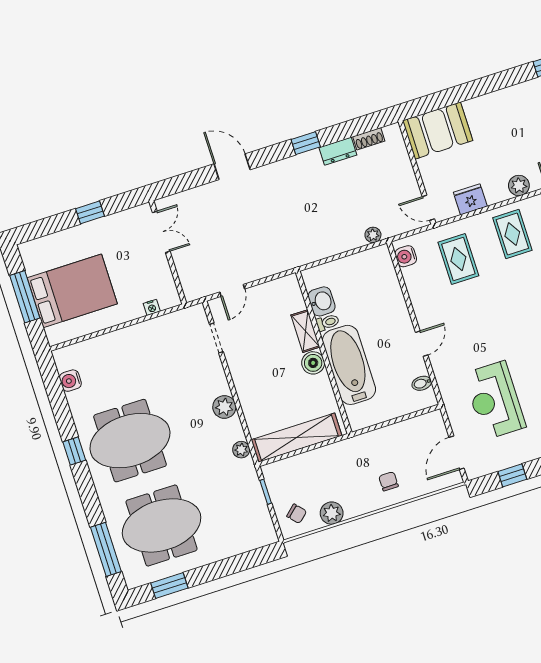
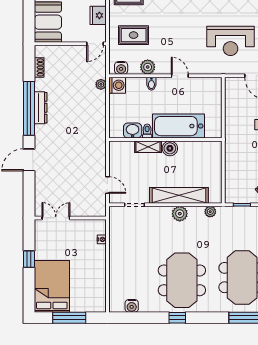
window: (306, 143) -> (29, 108), width x3.17
dresser: (338, 151) -> (41, 108), moved, width x1.44
washing machine: (379, 258) -> (117, 85), added
bed: (72, 291) -> (52, 286), moved
plant: (419, 294) -> (148, 67), added
bidet: (422, 383) -> (151, 84), moved
shelving: (296, 438) -> (179, 195), moved, turned 90

